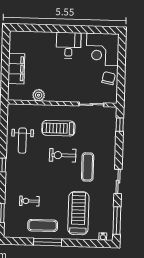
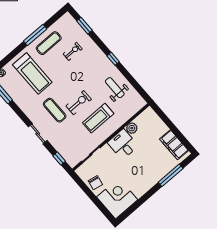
window: (42, 28) -> (171, 175), added
desk: (69, 45) -> (123, 144), moved, turned 180
filing cabinet: (16, 69) -> (174, 145), moved
treadmill: (58, 128) -> (98, 118), turned 180
sliding door: (118, 182) -> (38, 134), moved

